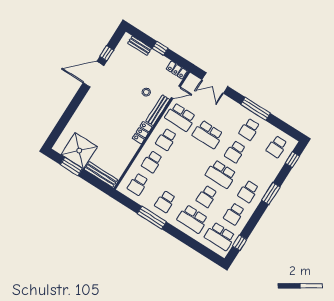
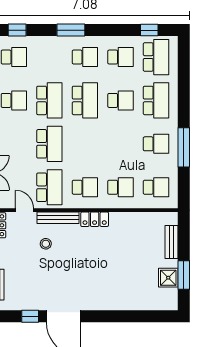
shower: (79, 151) -> (168, 278), width x0.54, depth x0.54
school desk: (235, 152) -> (49, 100), width x1.85
bench: (101, 174) -> (171, 242), width x0.73

